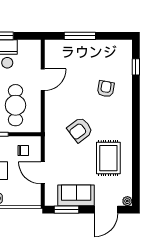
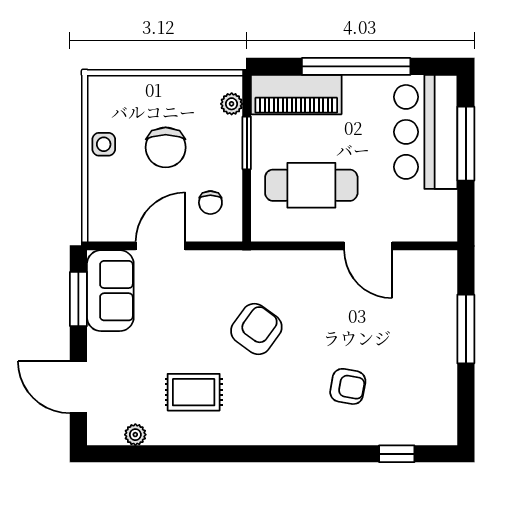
armchair: (80, 130) -> (256, 329), turned 73
rug: (108, 158) -> (194, 392), width x0.73, depth x0.70
sofa: (76, 195) -> (110, 291), moved
plant: (127, 201) -> (135, 435), moved

